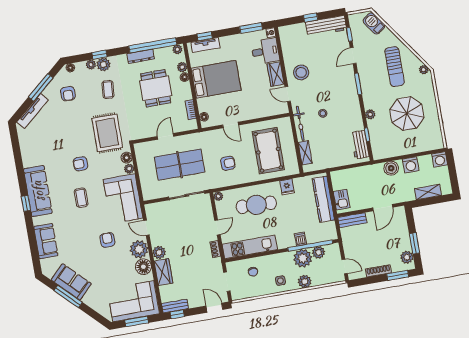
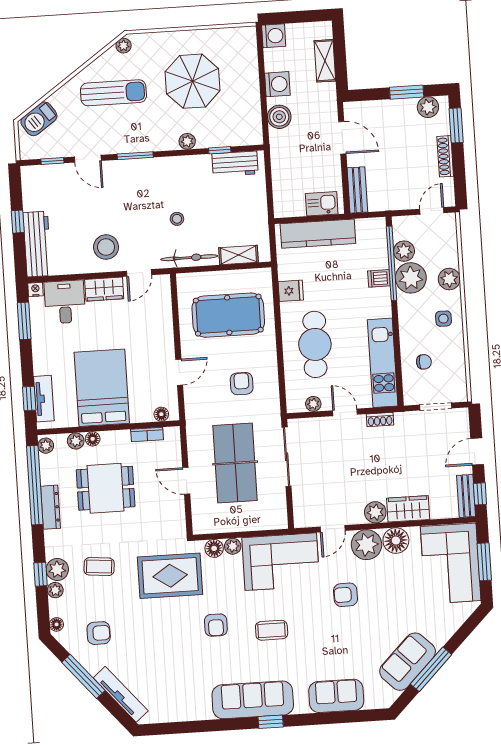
workbench: (326, 26) -> (37, 244), moved
plant: (218, 196) -> (313, 404), moved
door: (214, 308) -> (477, 451), moved

